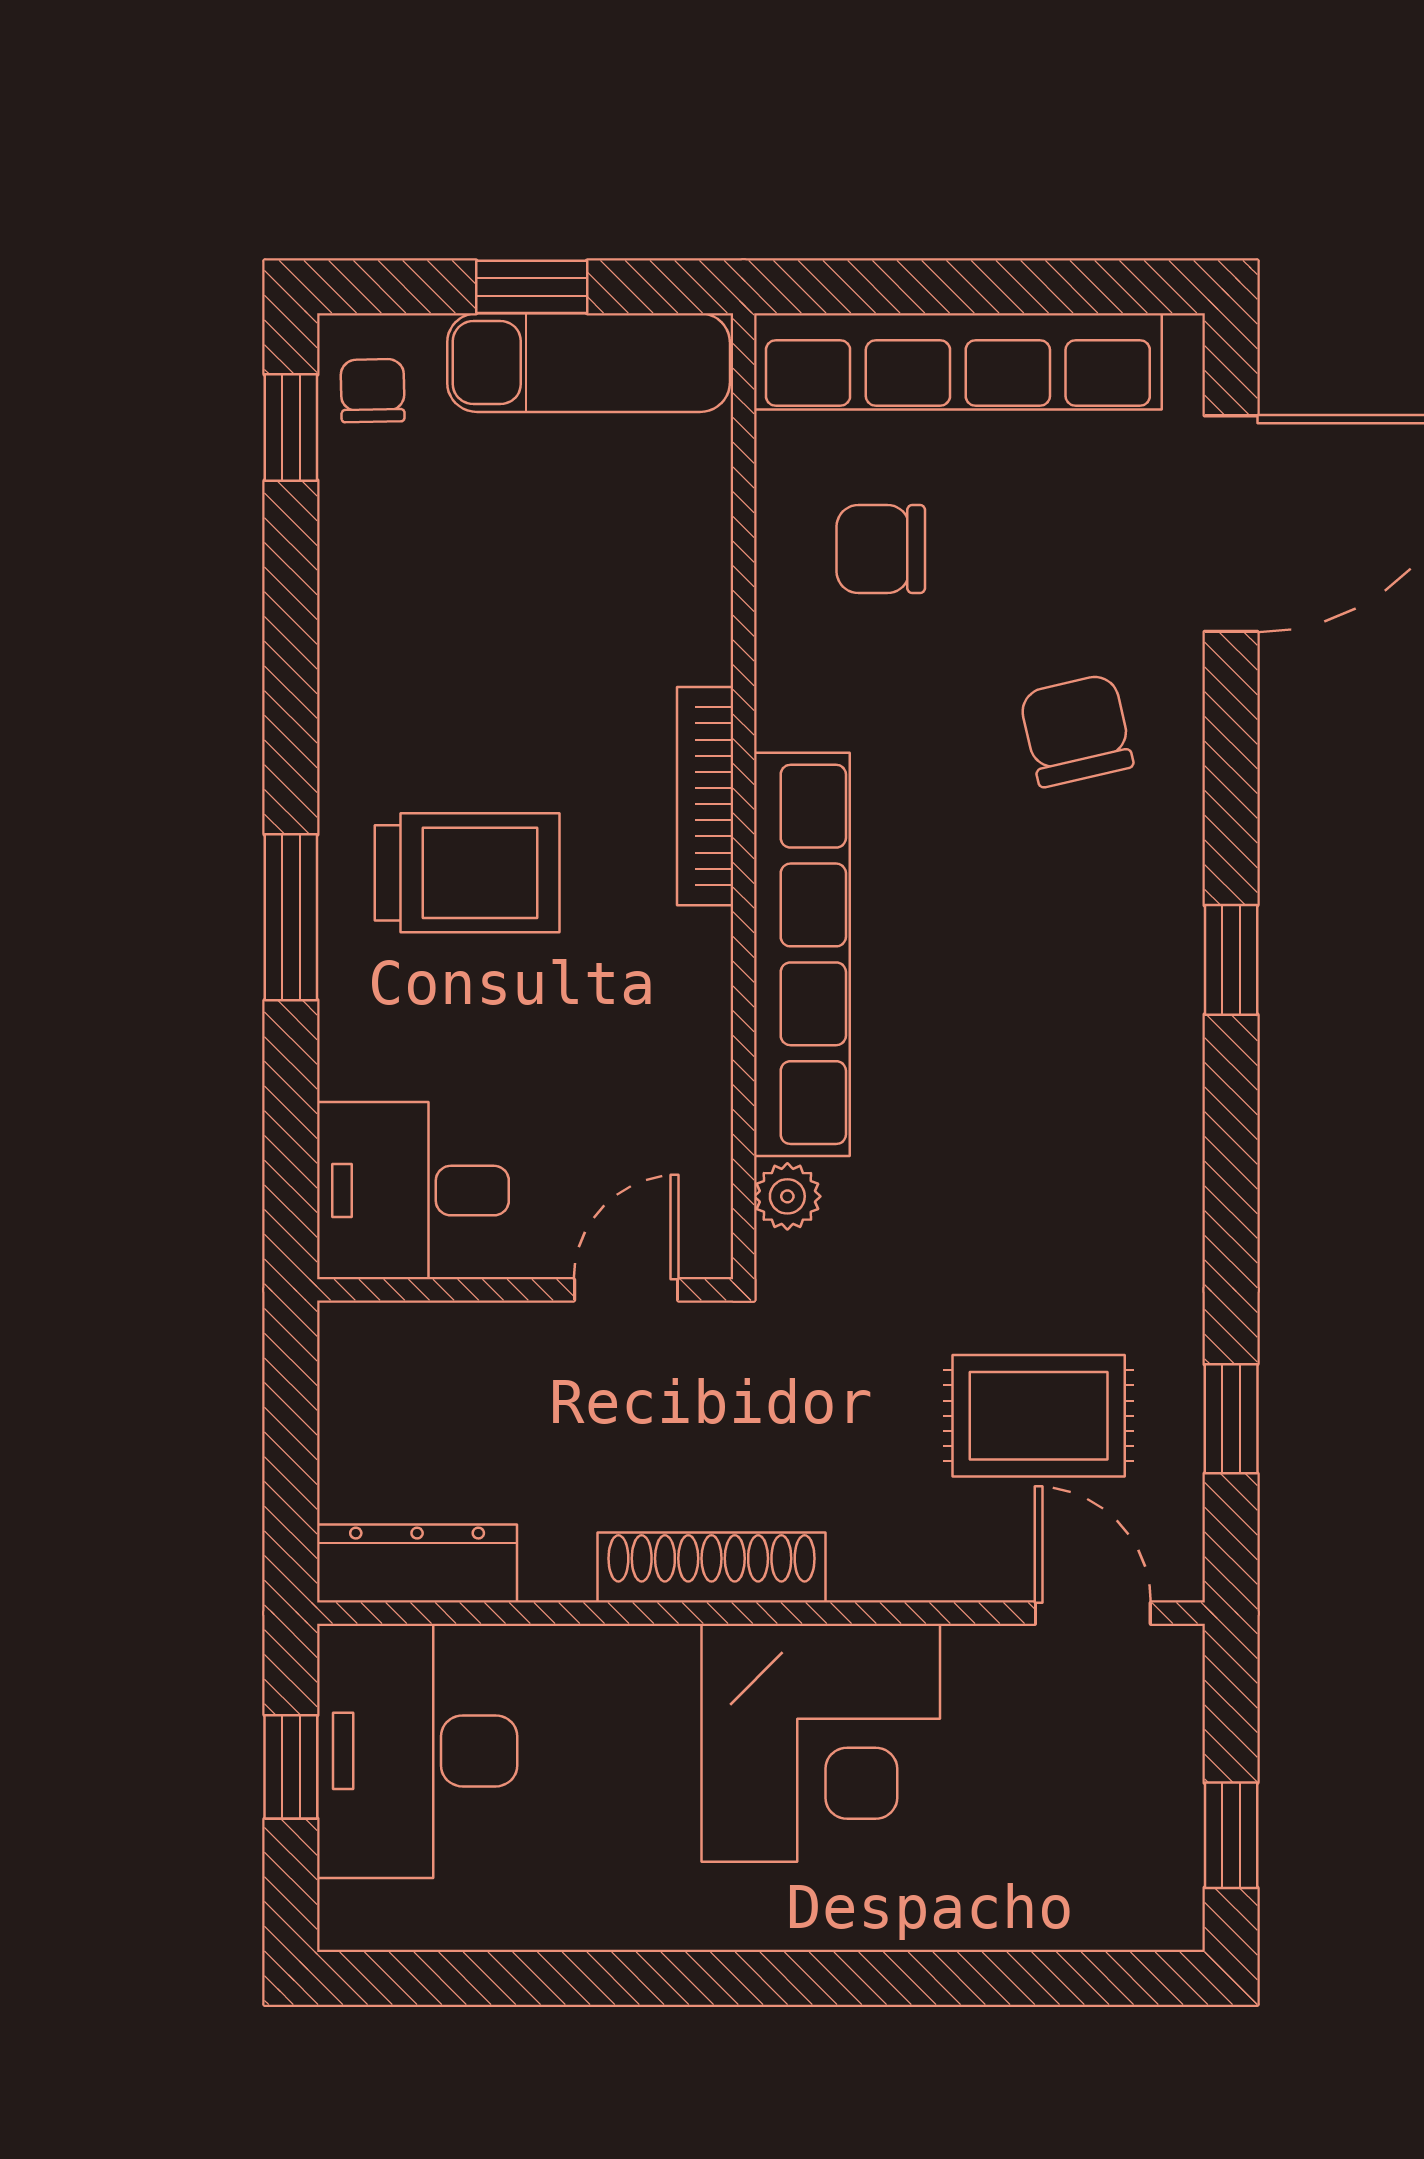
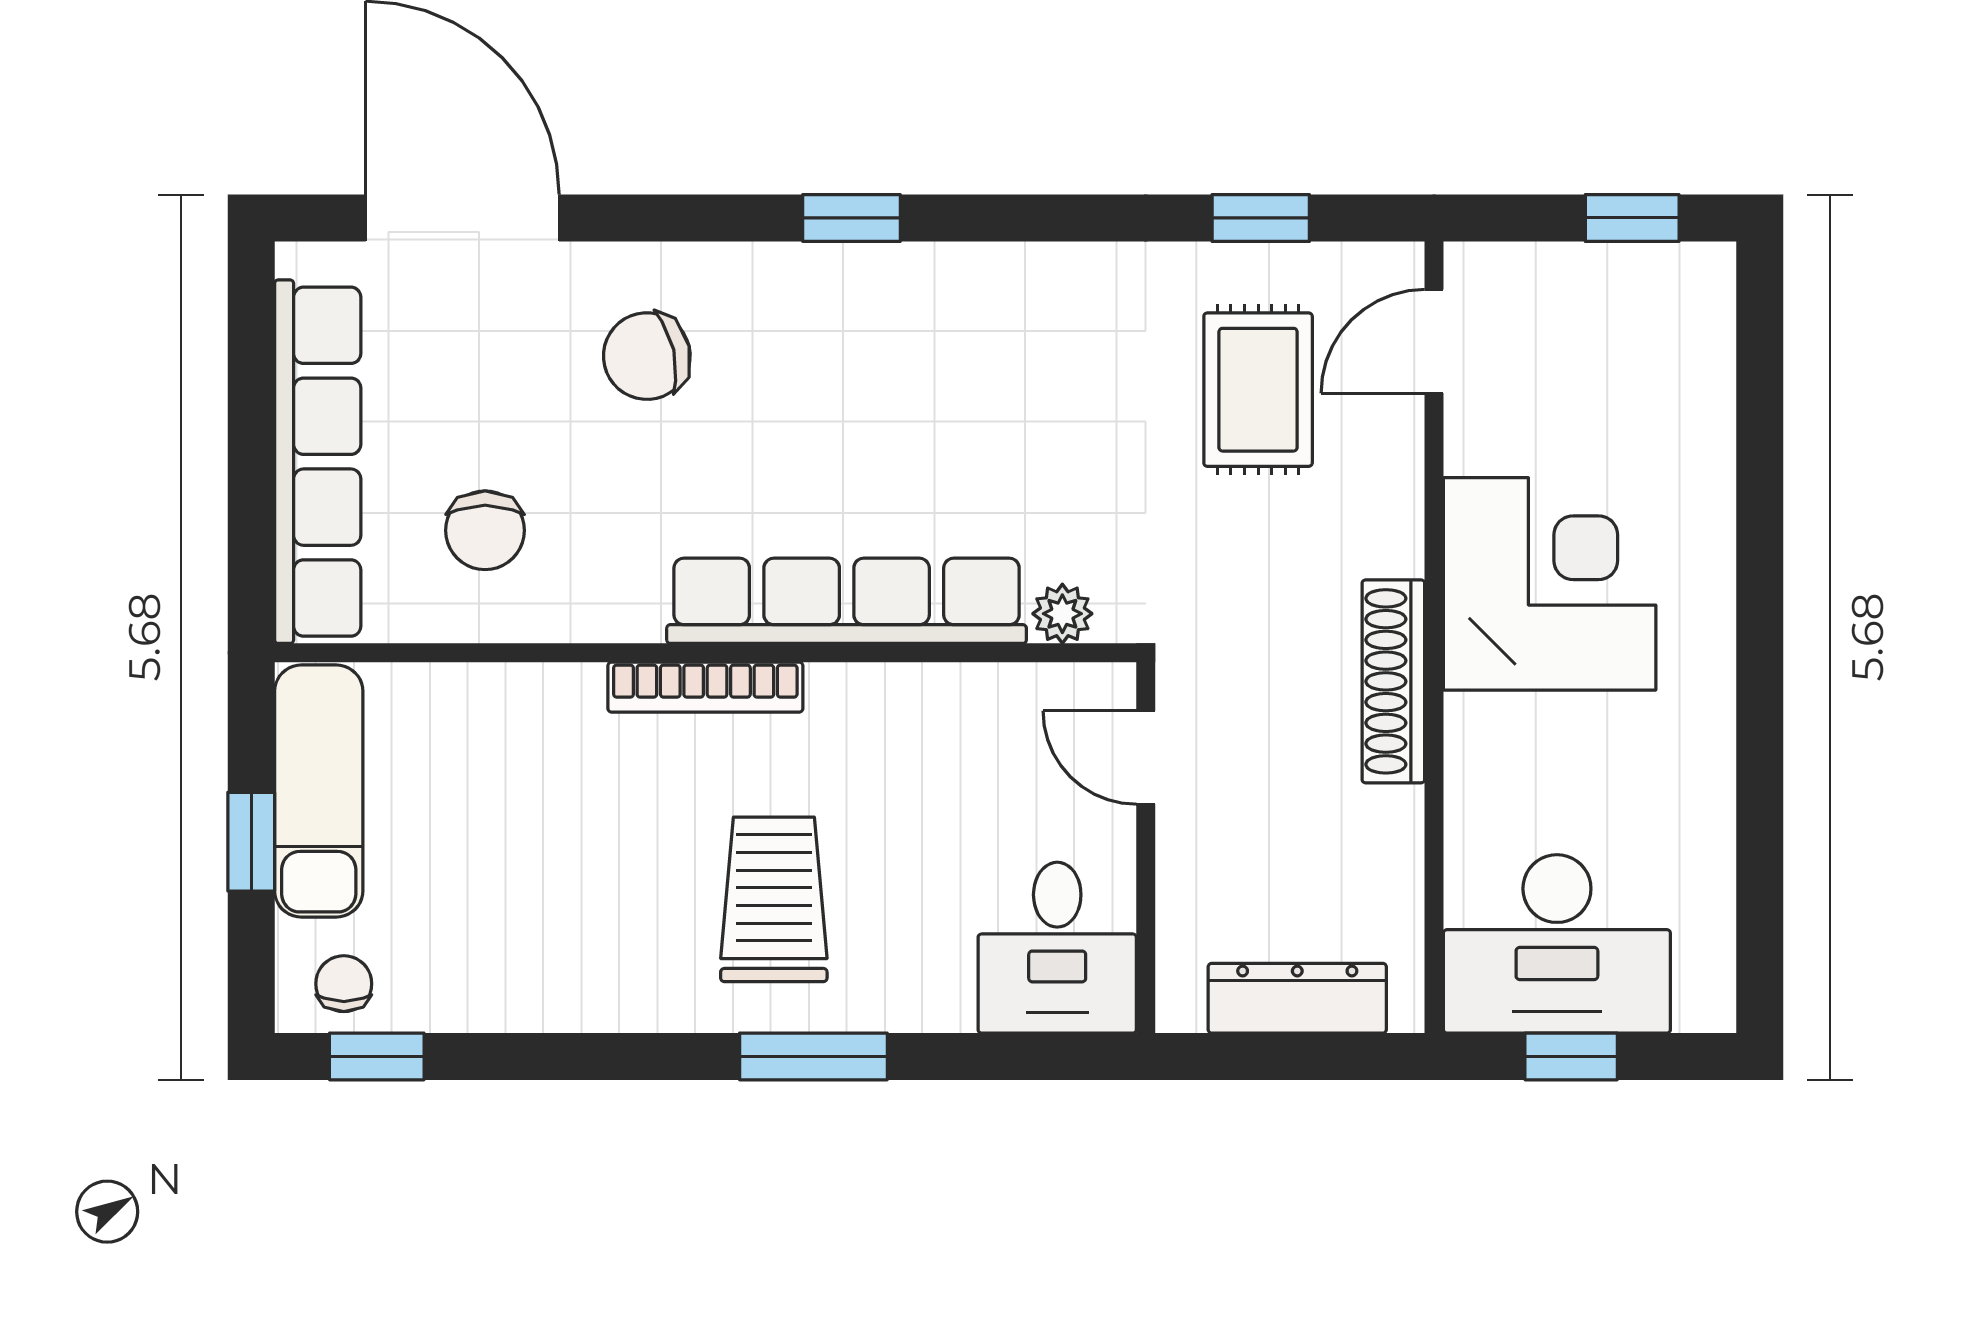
chair: (373, 391) -> (344, 984), turned 91
dresser: (417, 1564) -> (1297, 998), moved, turned 90

